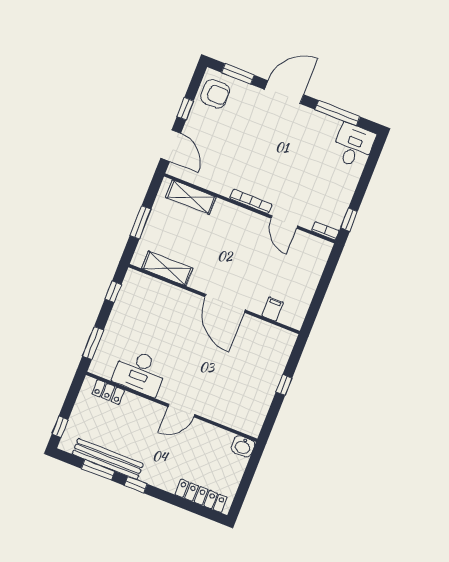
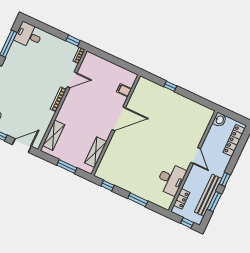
desk: (140, 372) -> (171, 179), moved
locker: (108, 392) -> (182, 199), moved
wall: (172, 407) -> (193, 161), moved
door: (181, 411) -> (196, 156), moved
washbasin: (243, 446) -> (220, 120), moved

